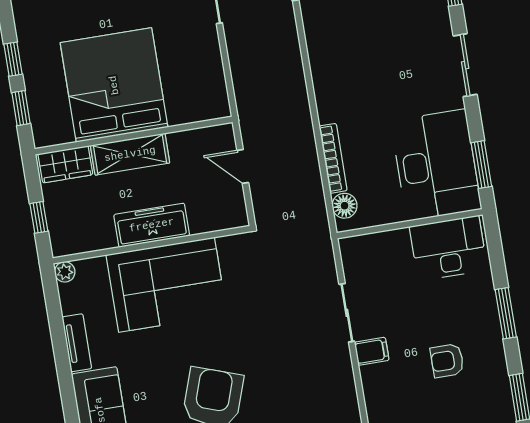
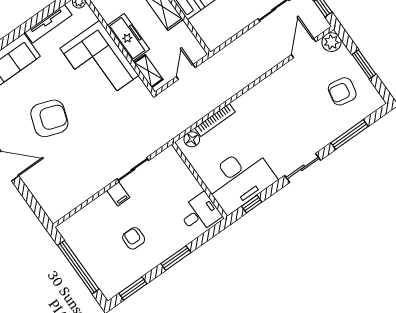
window: (481, 165) -> (252, 204), width x0.67
shelving: (215, 220) -> (148, 71), added
desk: (448, 248) -> (200, 213), width x0.73
tv unit: (77, 343) -> (48, 24), width x1.41

